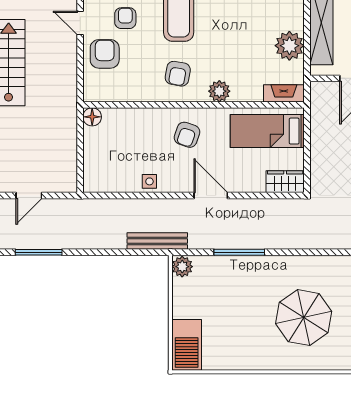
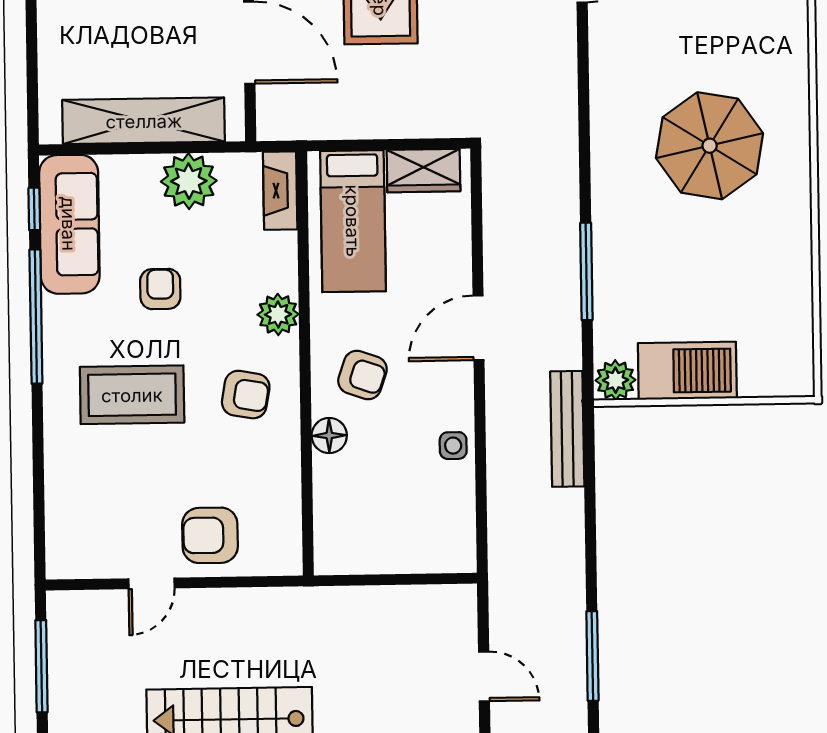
armchair: (125, 18) -> (160, 289), moved, turned 90
floor lamp: (92, 117) -> (329, 436), moved
wardrobe: (285, 182) -> (423, 171), moved, turned -90
barbecue: (187, 345) -> (687, 371), moved

